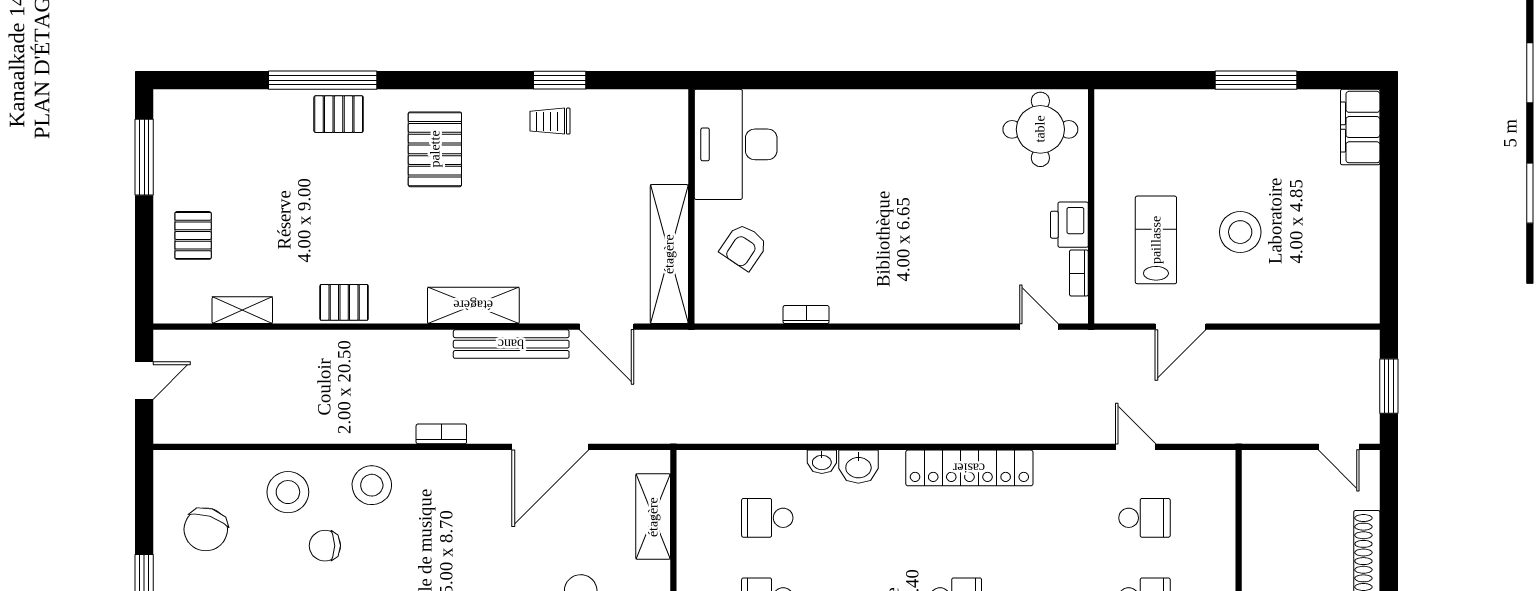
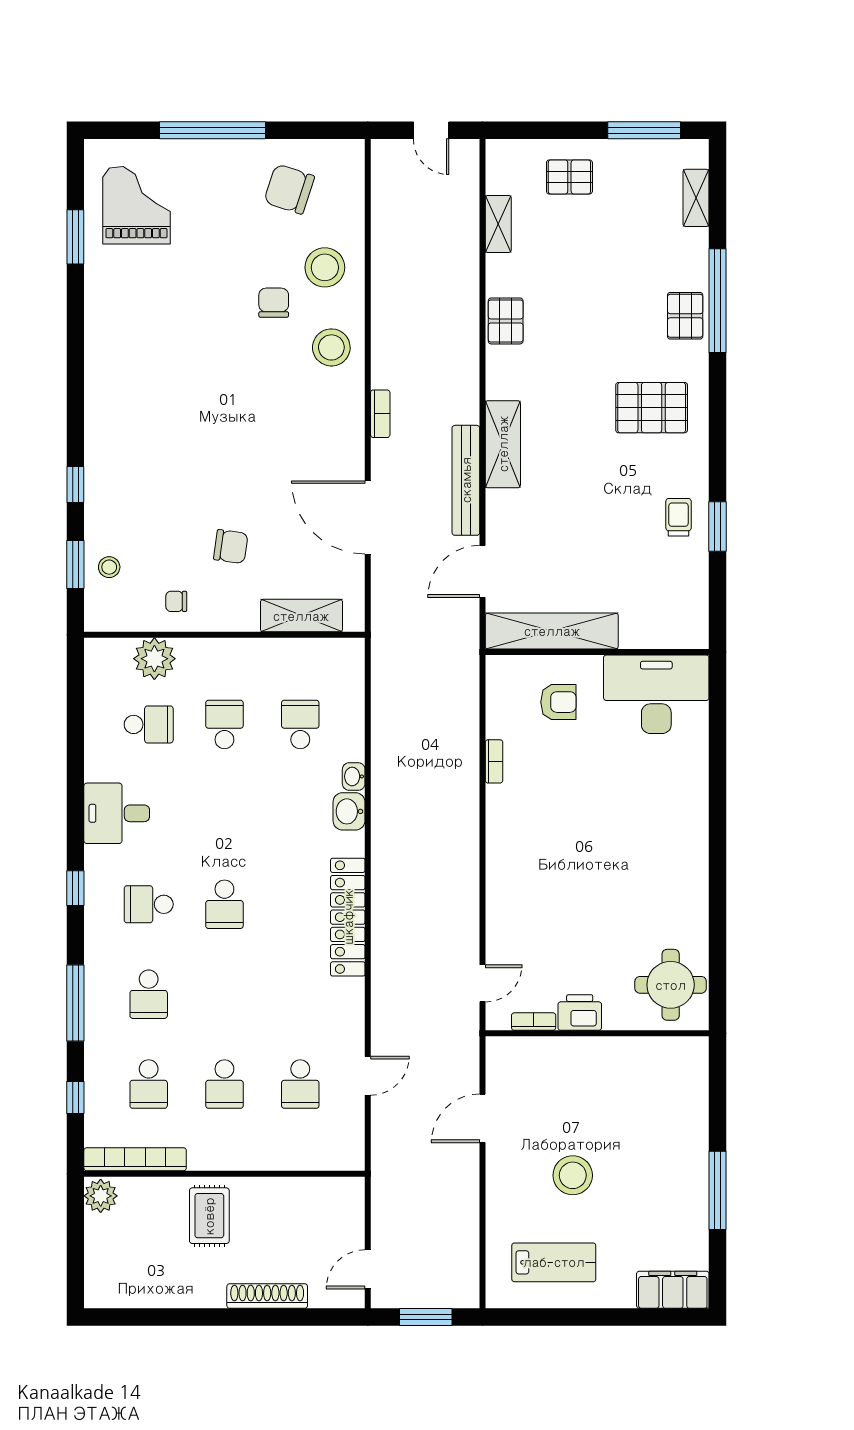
shelving: (215, 103) -> (696, 198), added
lab bench: (1156, 240) -> (554, 1262), moved
armchair: (744, 247) -> (558, 702), turned 146
door: (1180, 327) -> (482, 1118), hinge flipped

